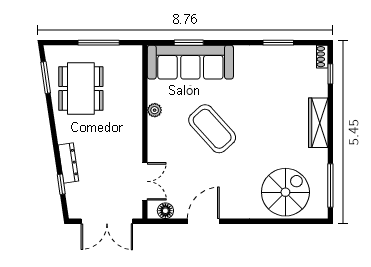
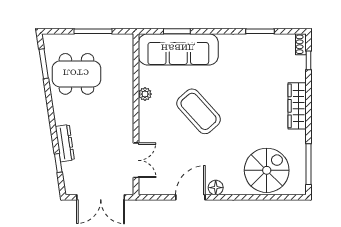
dining table: (81, 89) -> (76, 74), turned 90
floor lamp: (165, 211) -> (216, 188), moved

